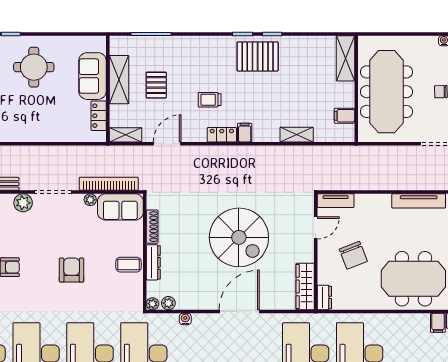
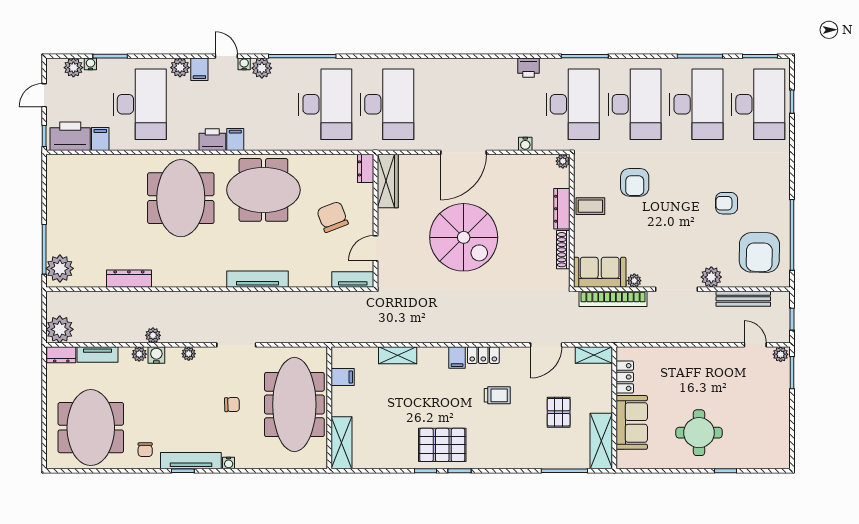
shelving: (119, 80) -> (601, 441), moved
spiral stairs: (239, 237) -> (464, 237), turned 180
armchair: (72, 270) -> (635, 182), moved
plant: (168, 303) -> (545, 162), removed

